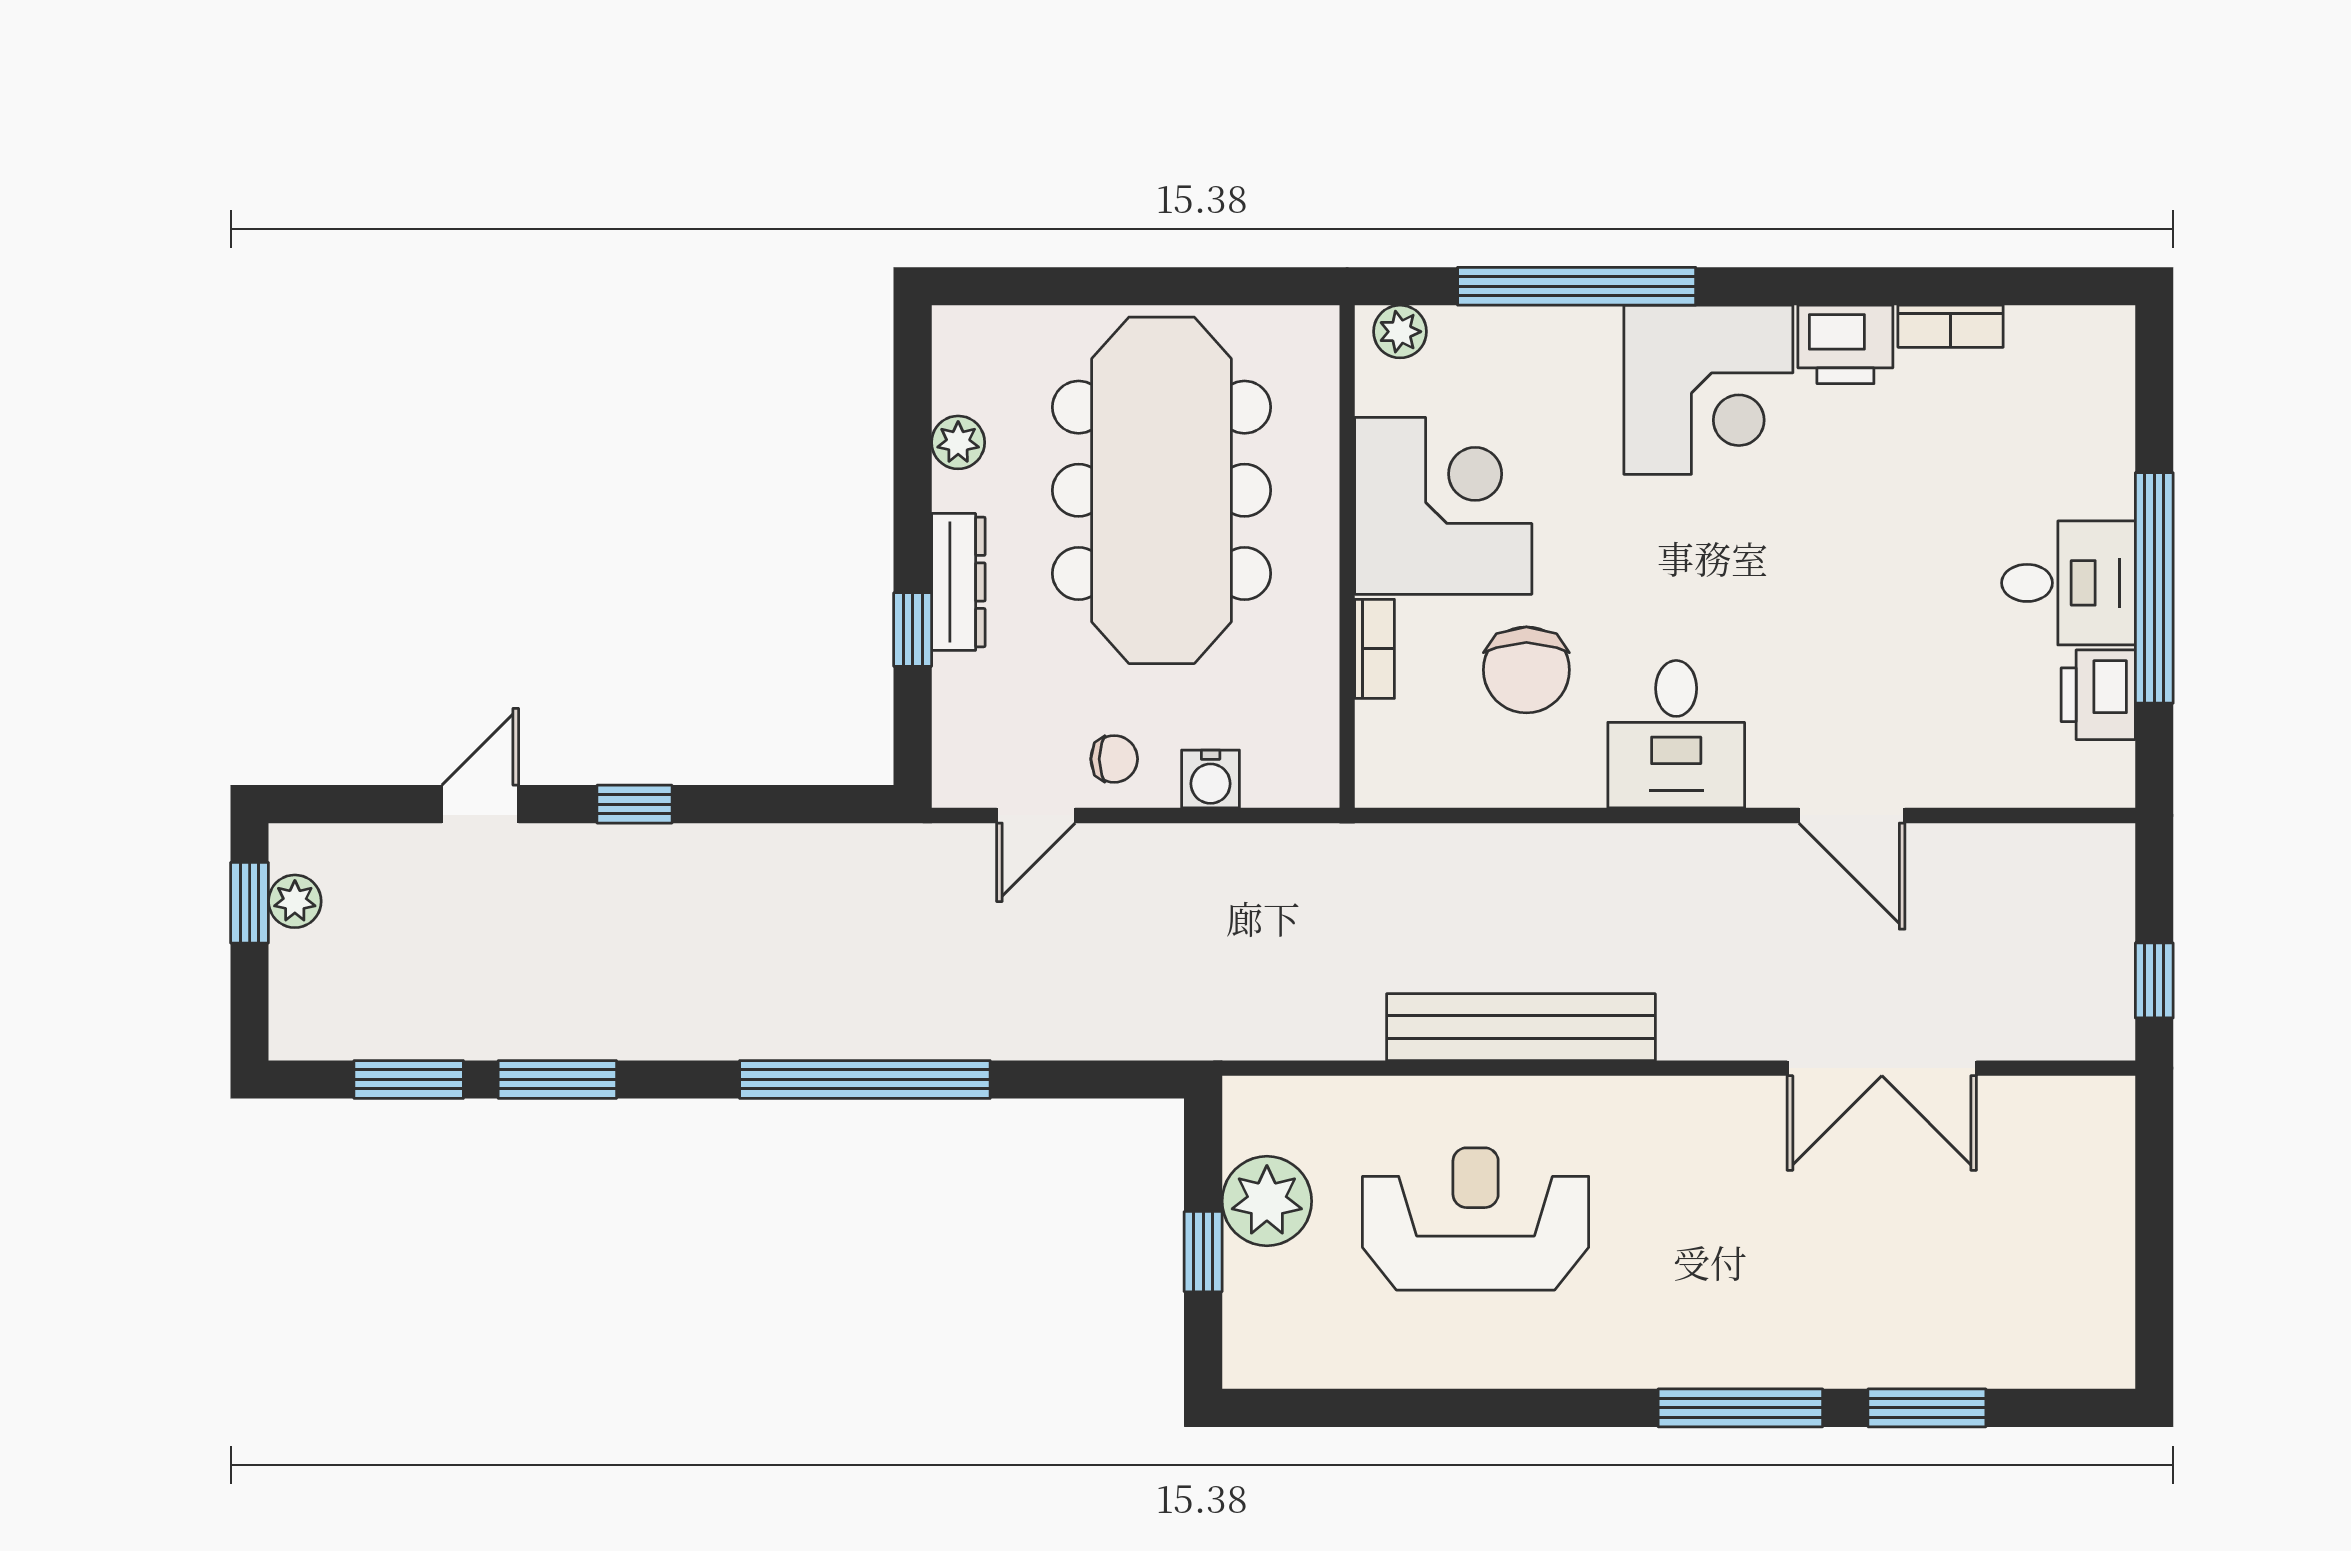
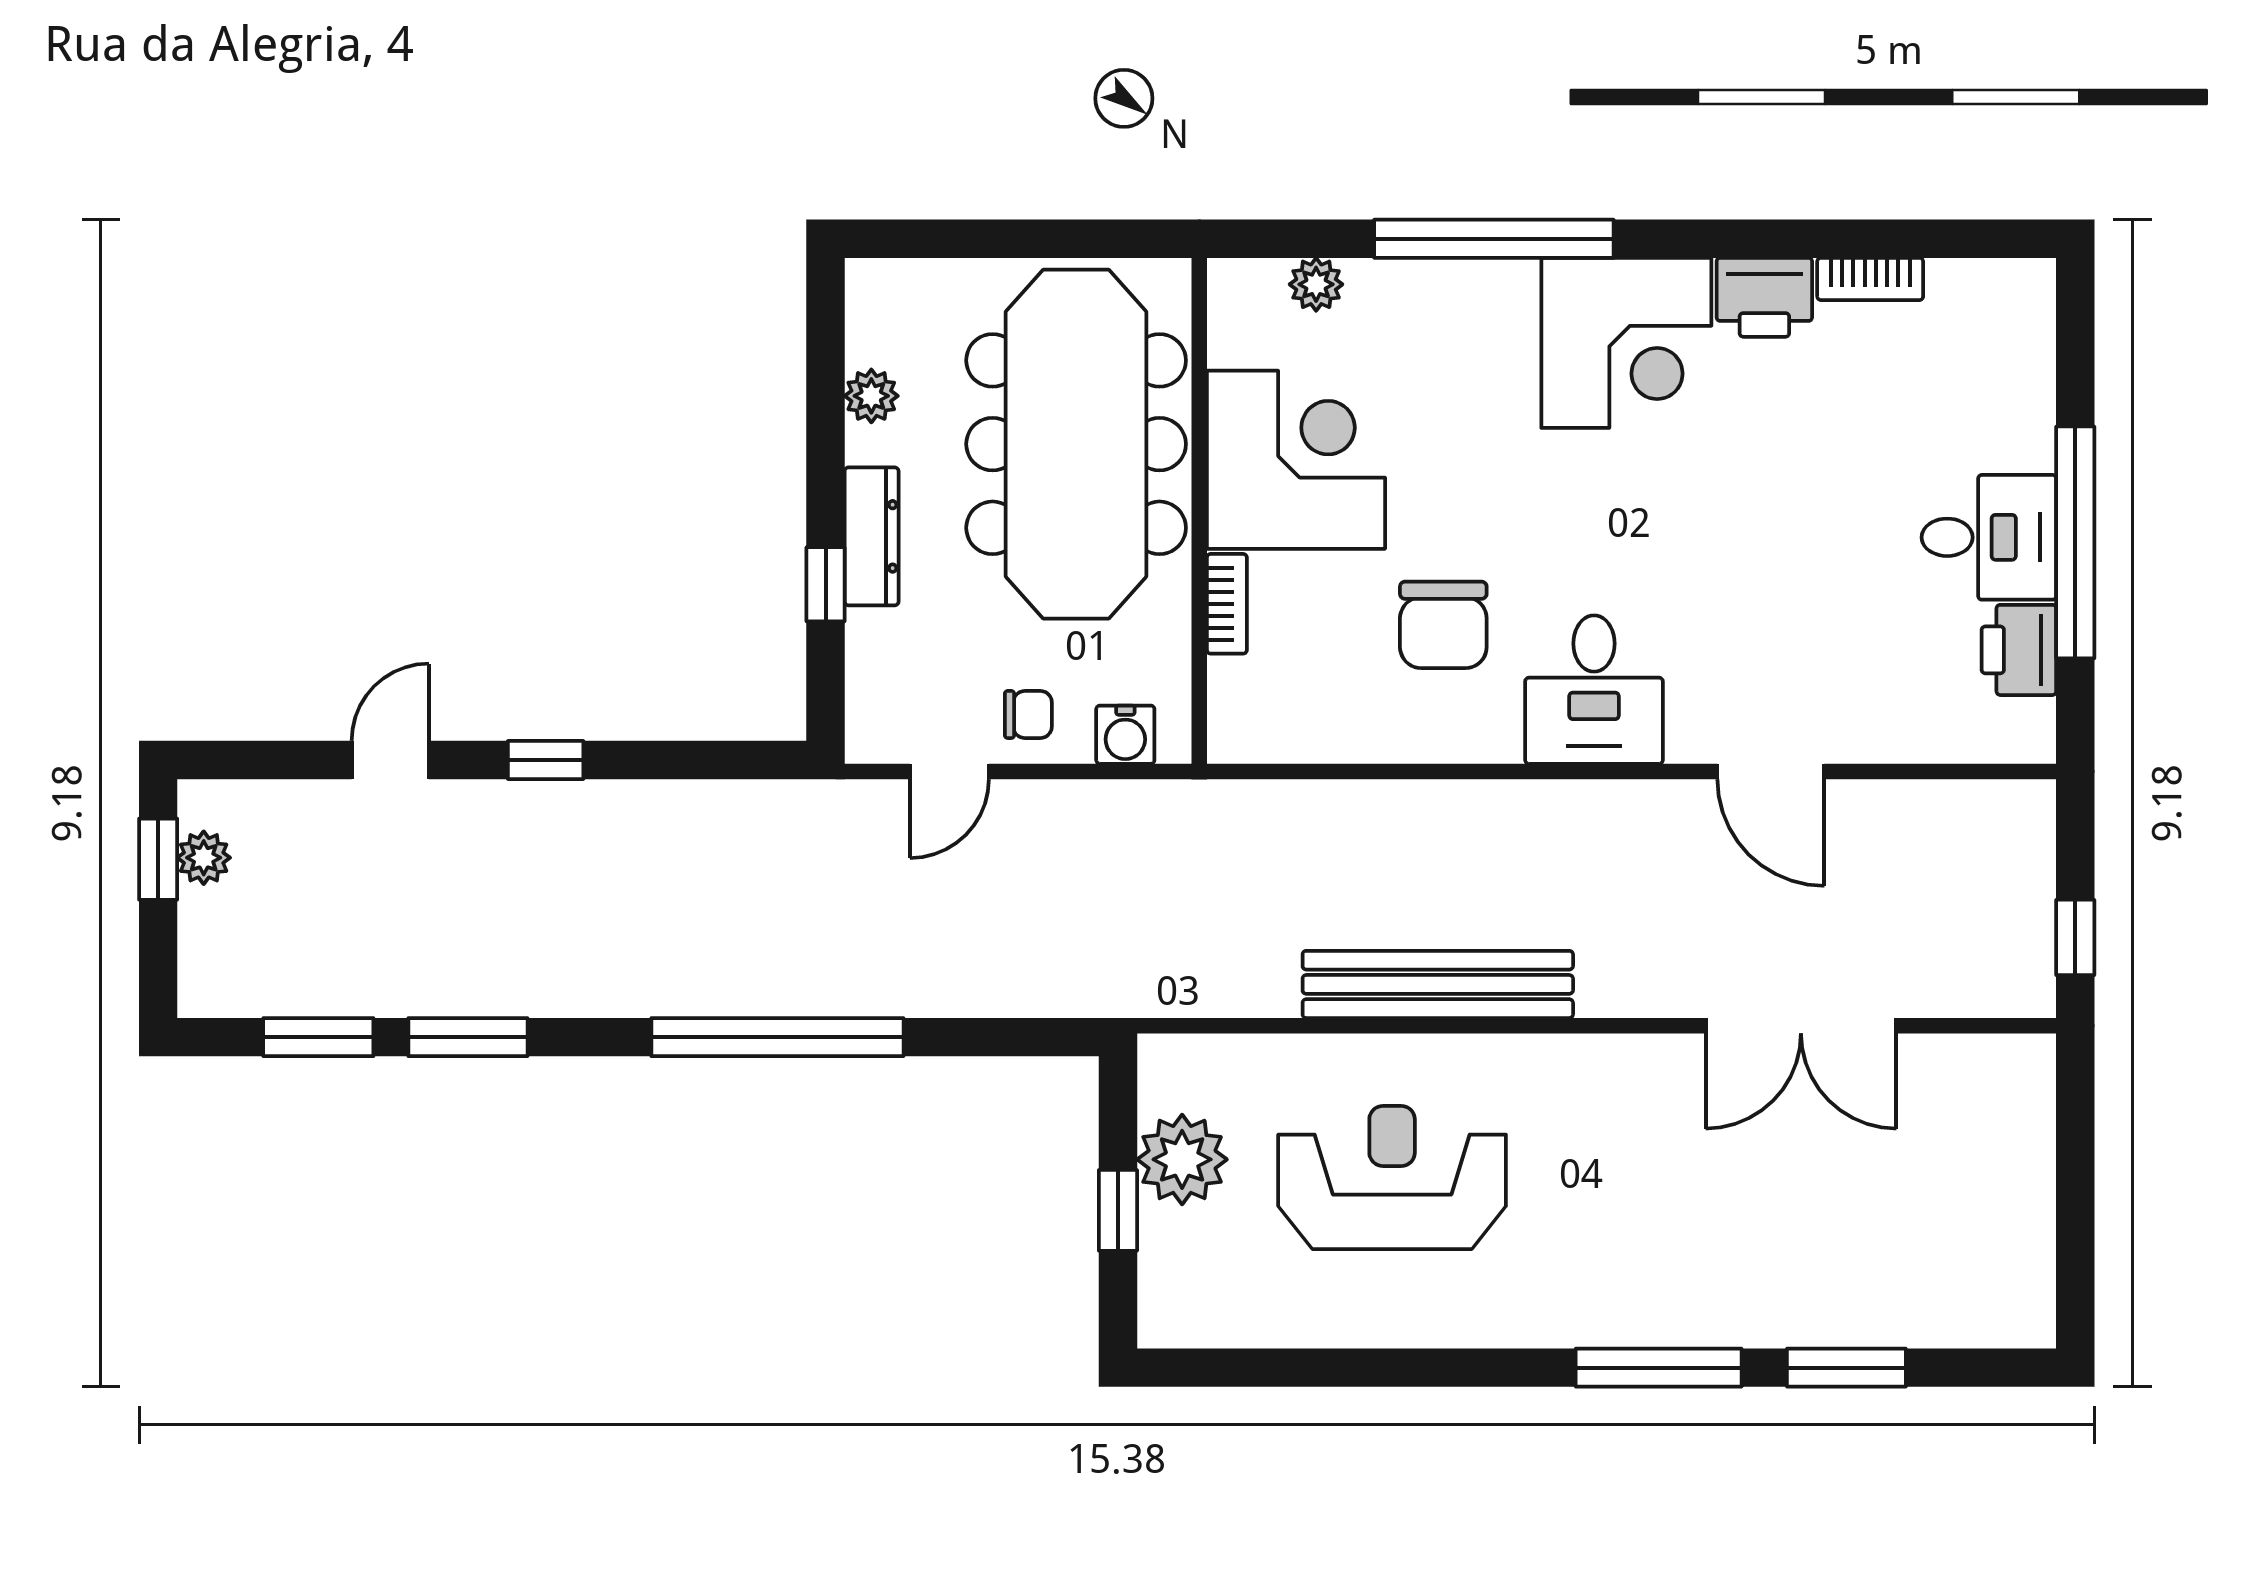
corner desk: (1443, 506) -> (1296, 460), moved
wall: (1347, 557) -> (1199, 511), moved
bookcase: (1375, 649) -> (1227, 604), moved

